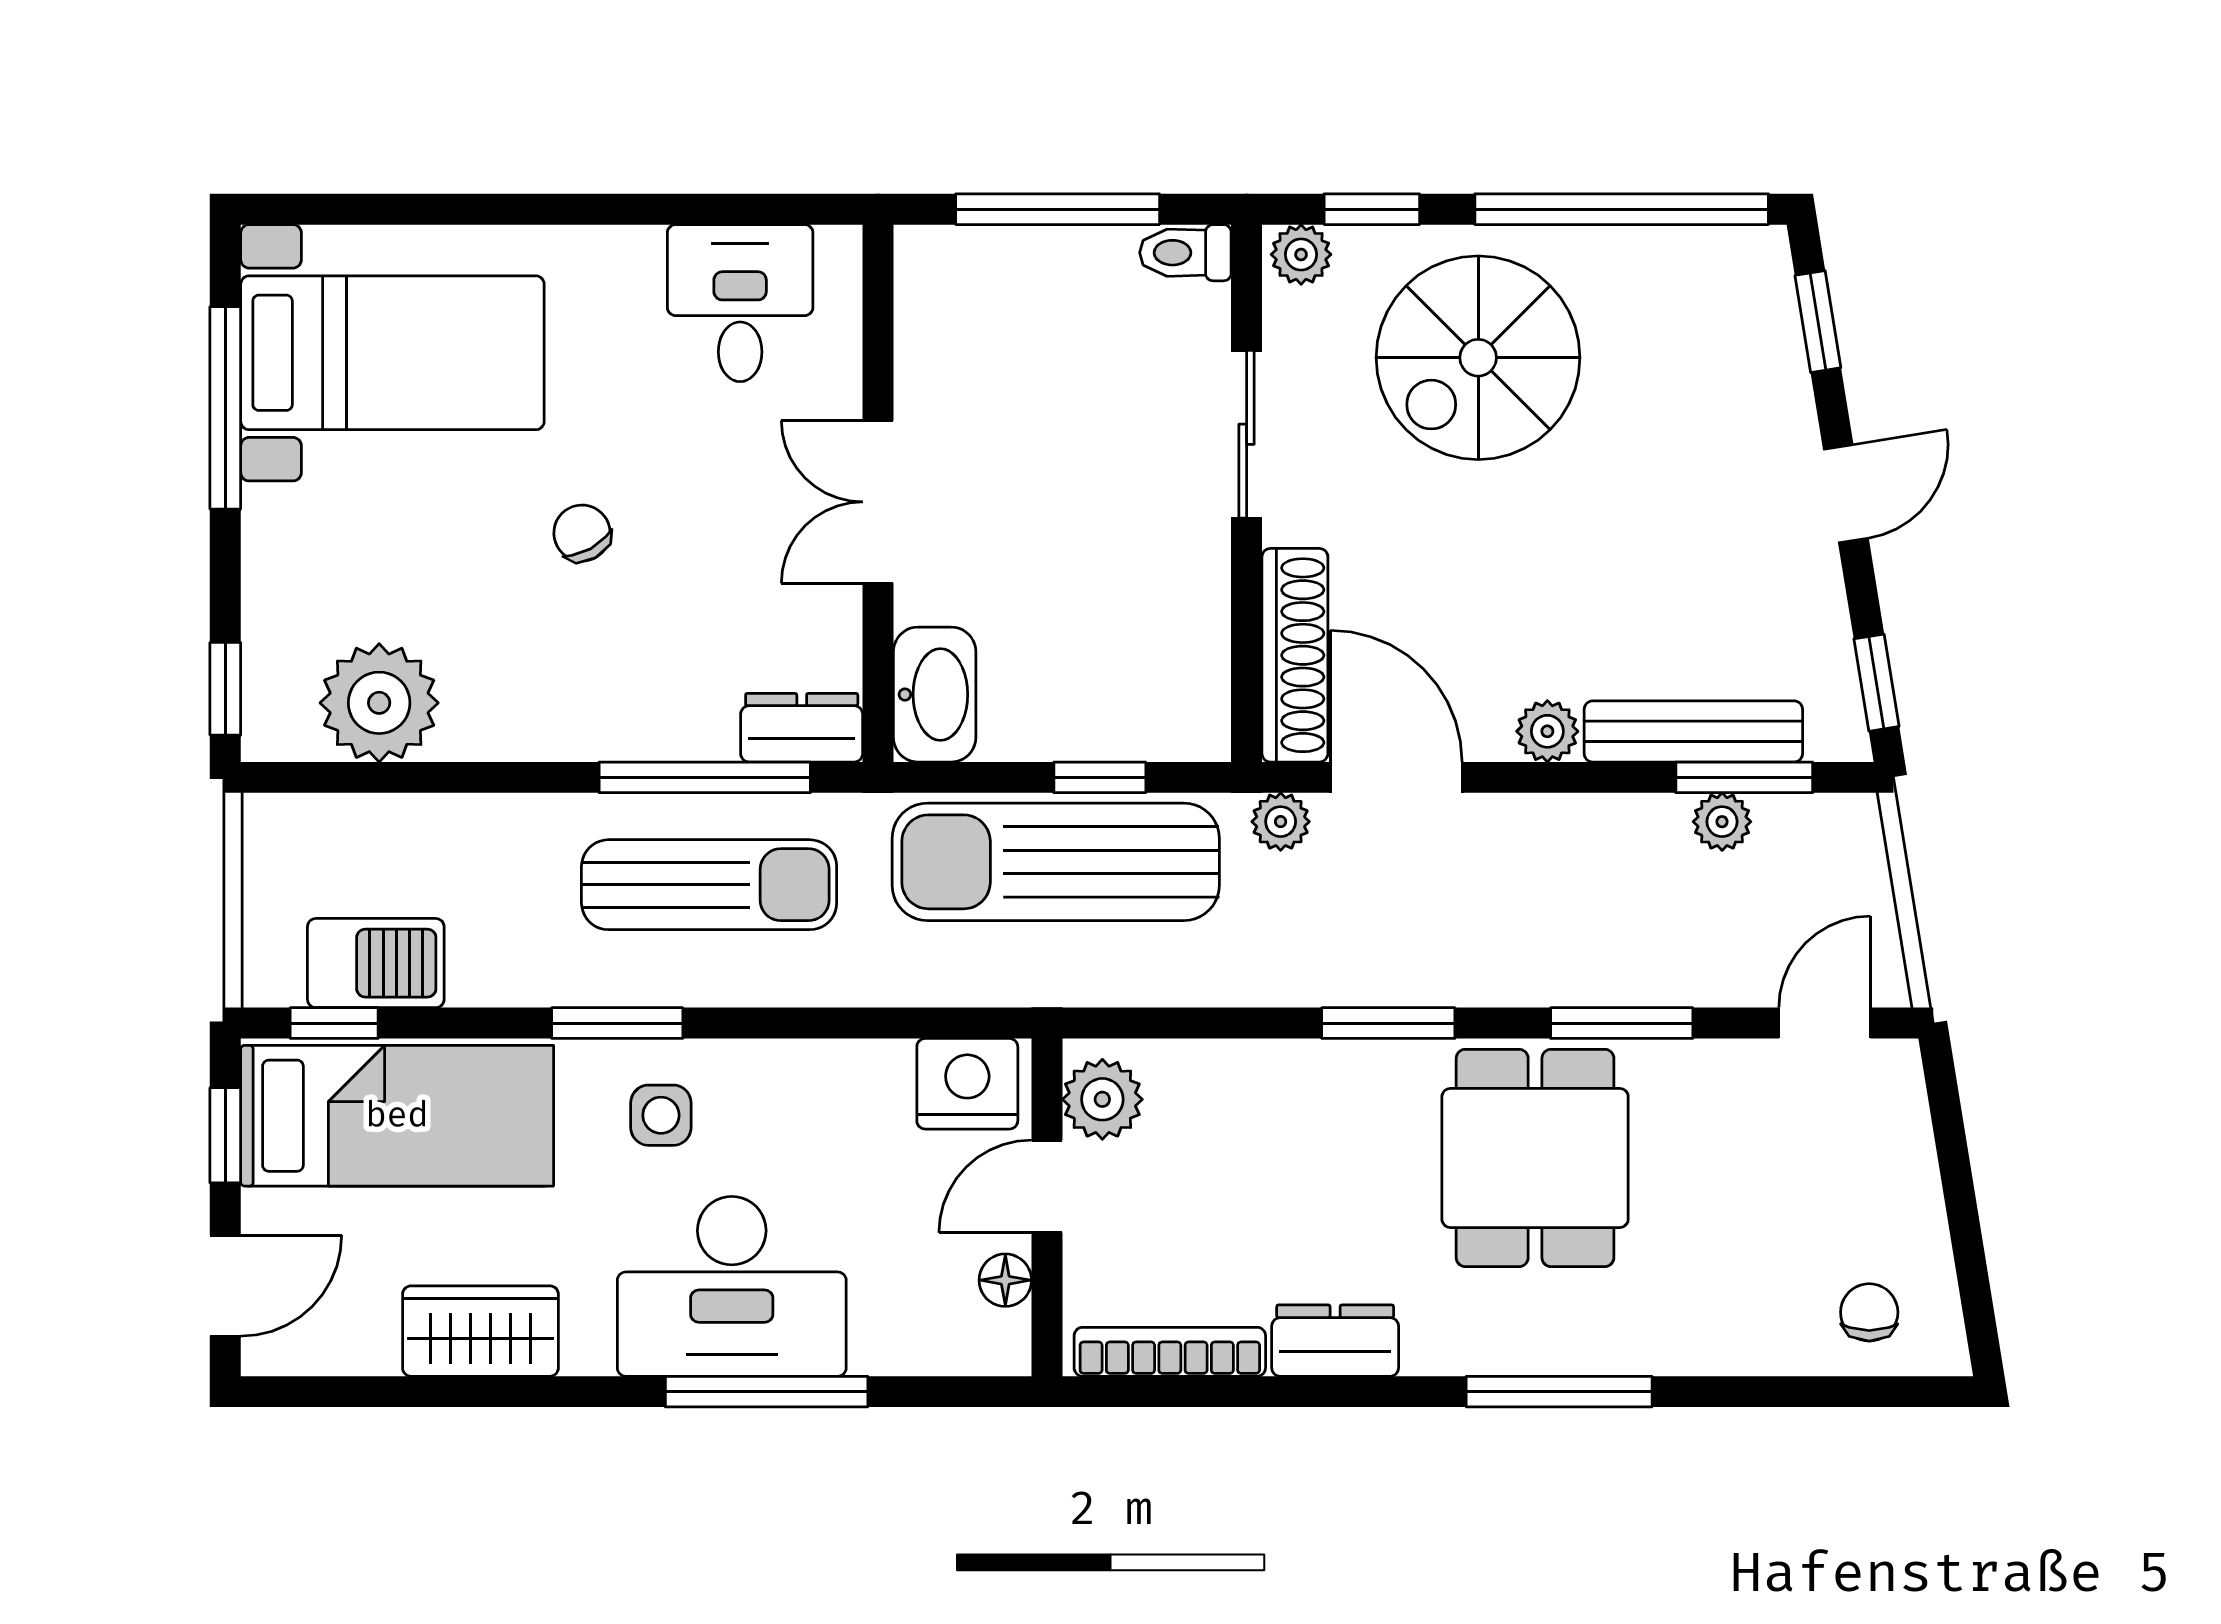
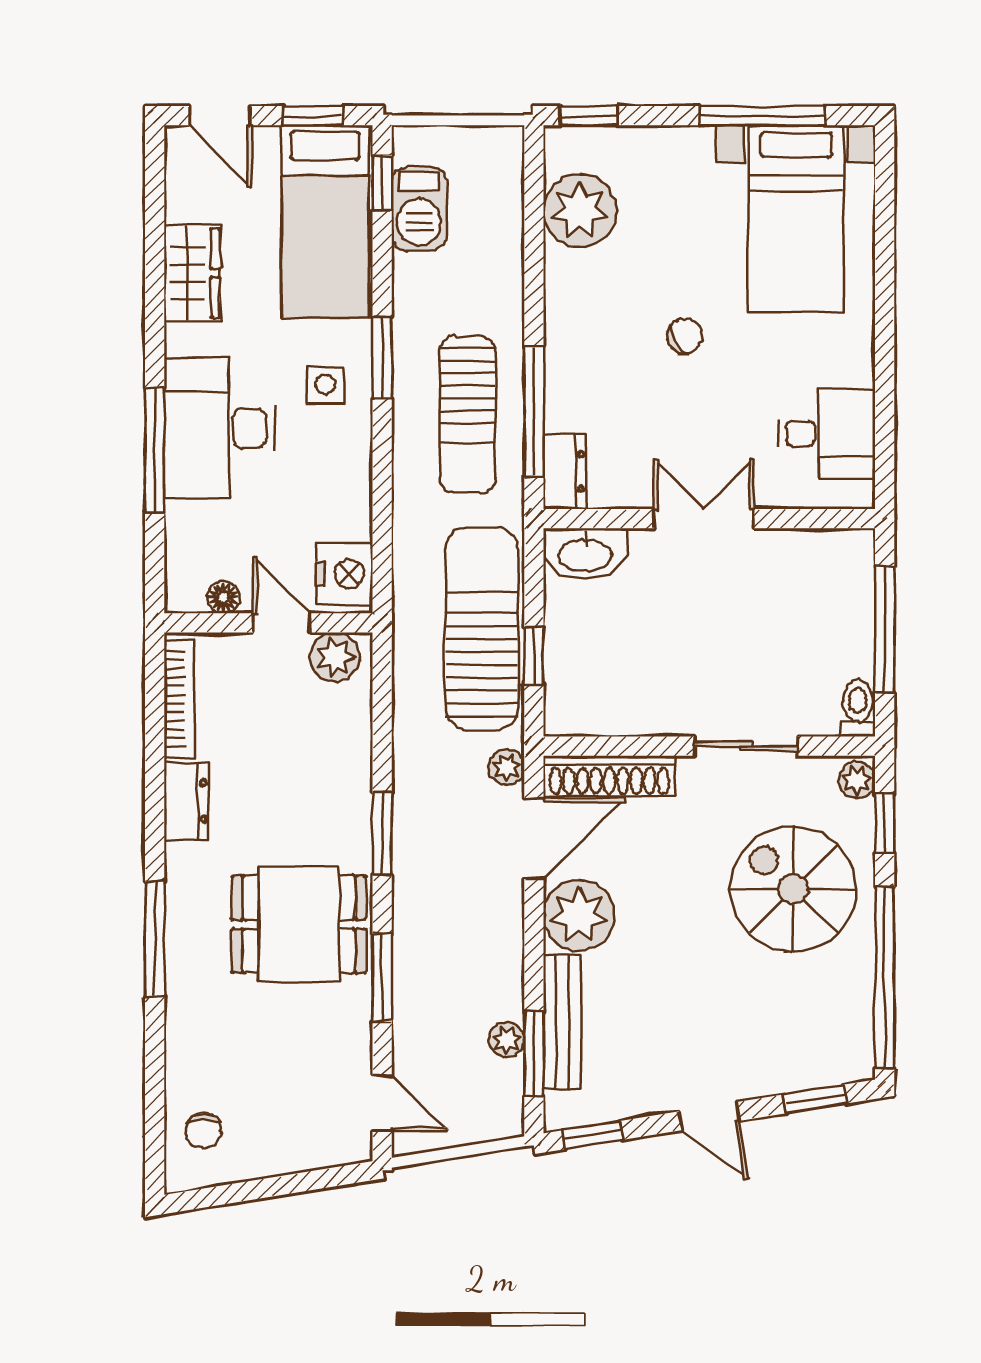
plant: (1547, 731) -> (579, 915), width x1.88, depth x1.88
chair: (1869, 1312) -> (204, 1131), turned 90

